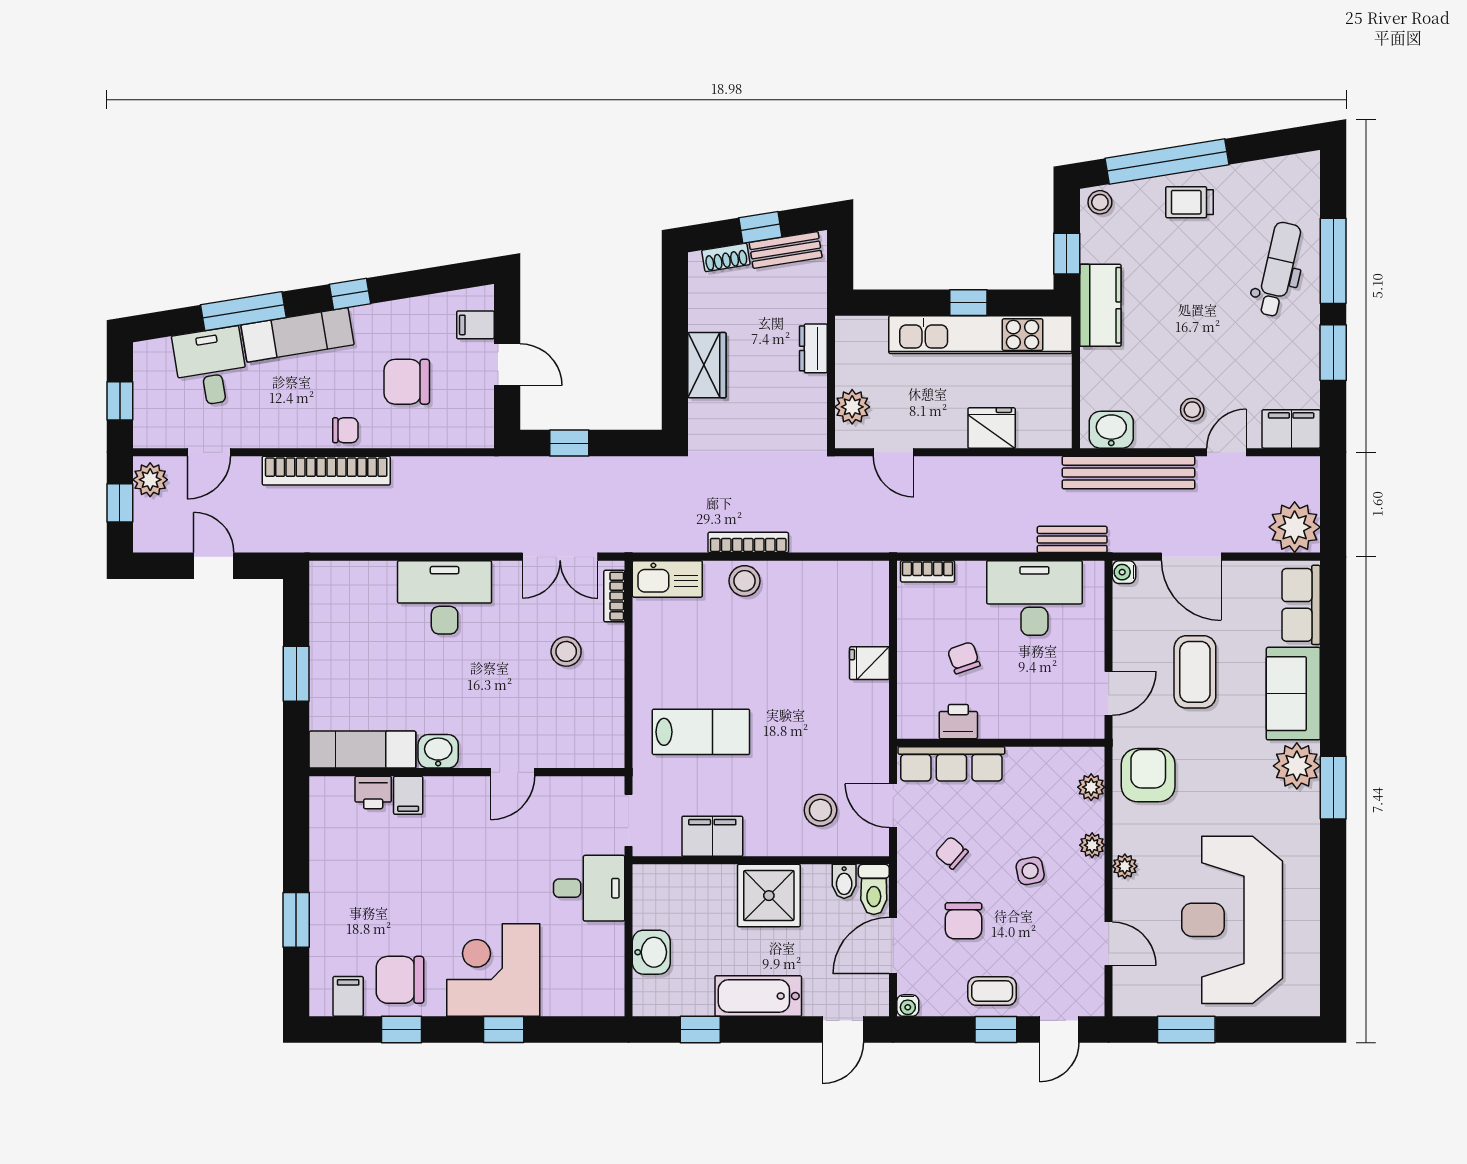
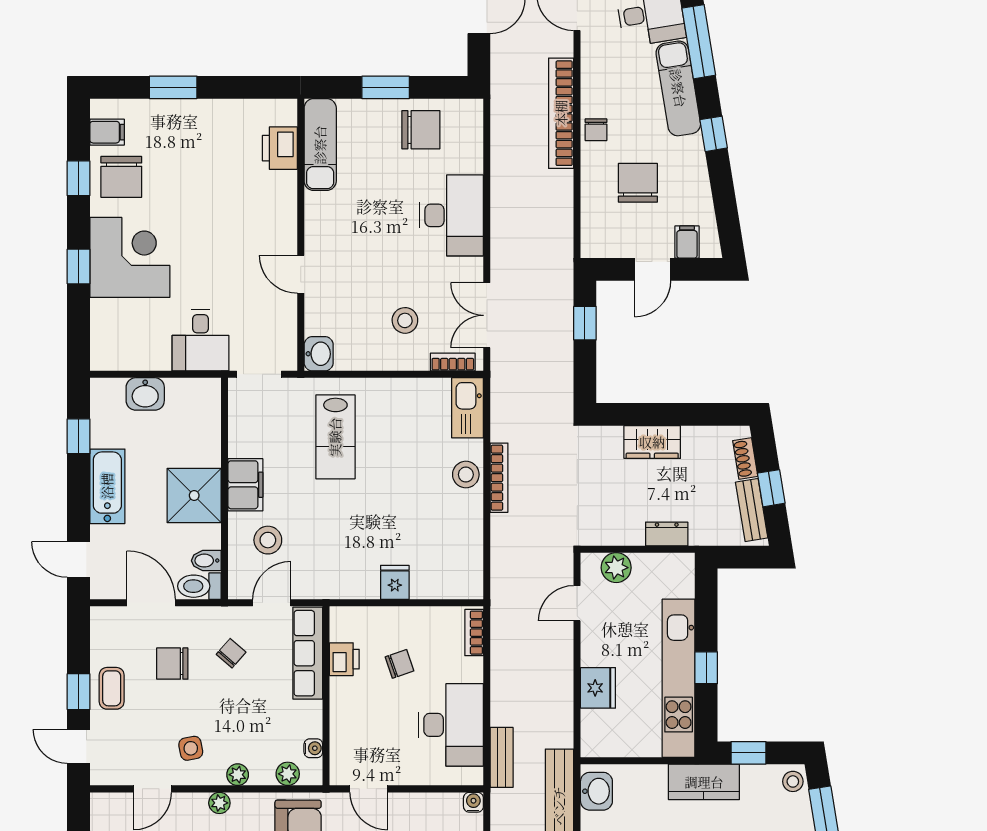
chair: (345, 633) -> (421, 130), added
washbasin: (438, 751) -> (319, 354), moved
printer: (373, 792) -> (280, 148), width x1.36, depth x1.24
filing cabinet: (408, 795) -> (281, 184), removed
filing cabinet: (712, 836) -> (245, 485), moved
side table: (1030, 871) -> (191, 748), moved
chair: (400, 980) -> (121, 177), turned 180
water cooler: (908, 1006) -> (313, 748), moved, turned 180

